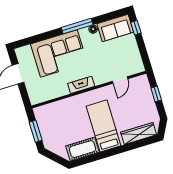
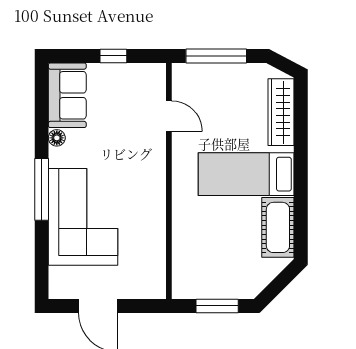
window: (77, 26) -> (42, 189), moved
window: (136, 28) -> (113, 56), moved
fireplace: (81, 85) -> (156, 193), removed
window: (156, 94) -> (216, 56), width x2.17

